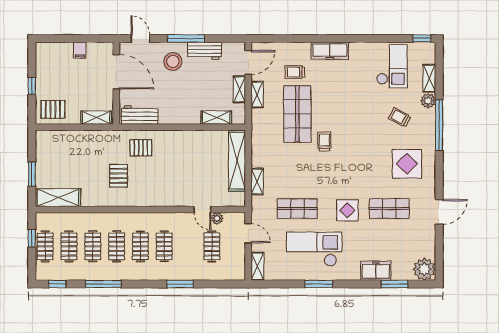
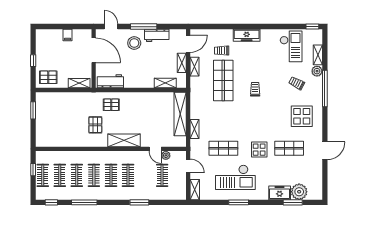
trolley: (324, 141) -> (255, 89), moved
window: (32, 174) -> (33, 110), moved
shelving: (58, 198) -> (124, 140), moved
checkout: (314, 249) -> (235, 177), turned 180
plant: (424, 269) -> (299, 192), moved

